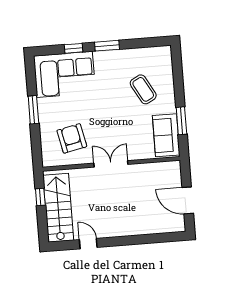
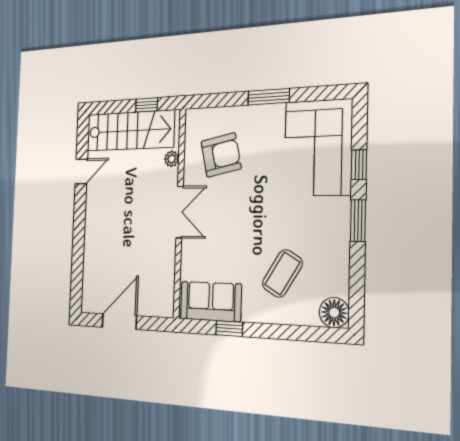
floor lamp: (163, 55) -> (334, 313), added
coffee table: (143, 89) -> (282, 273), turned -30
window: (181, 121) -> (229, 329), width x0.67
plant: (76, 174) -> (172, 159), added

